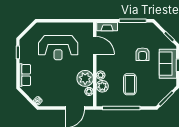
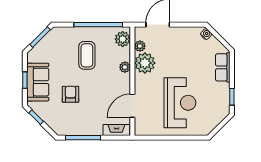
door: (95, 45) -> (132, 106), hinge flipped
reception desk: (58, 48) -> (180, 103), turned 90
plant: (102, 86) -> (123, 39), moved

